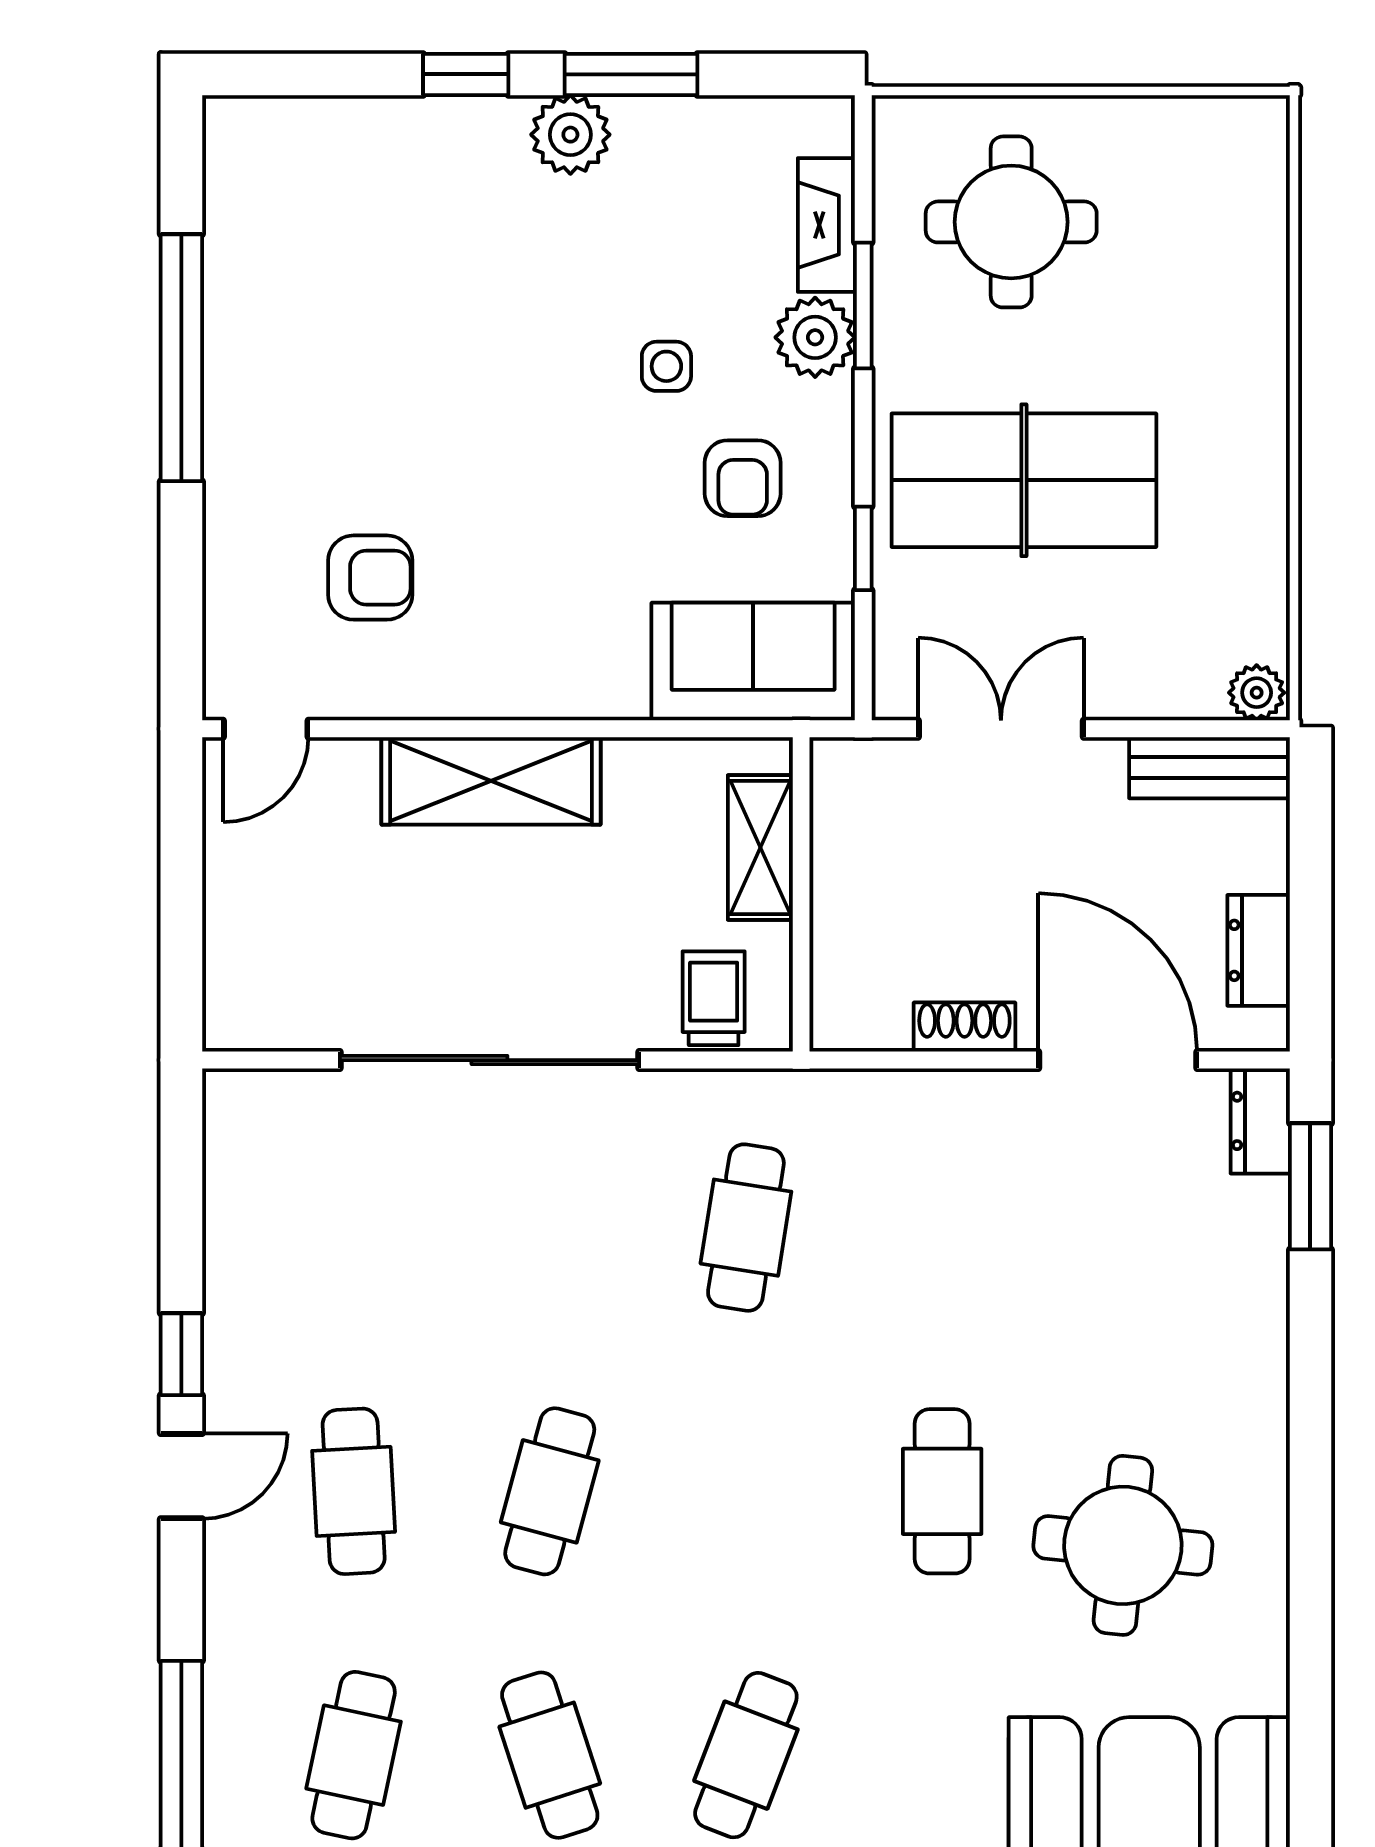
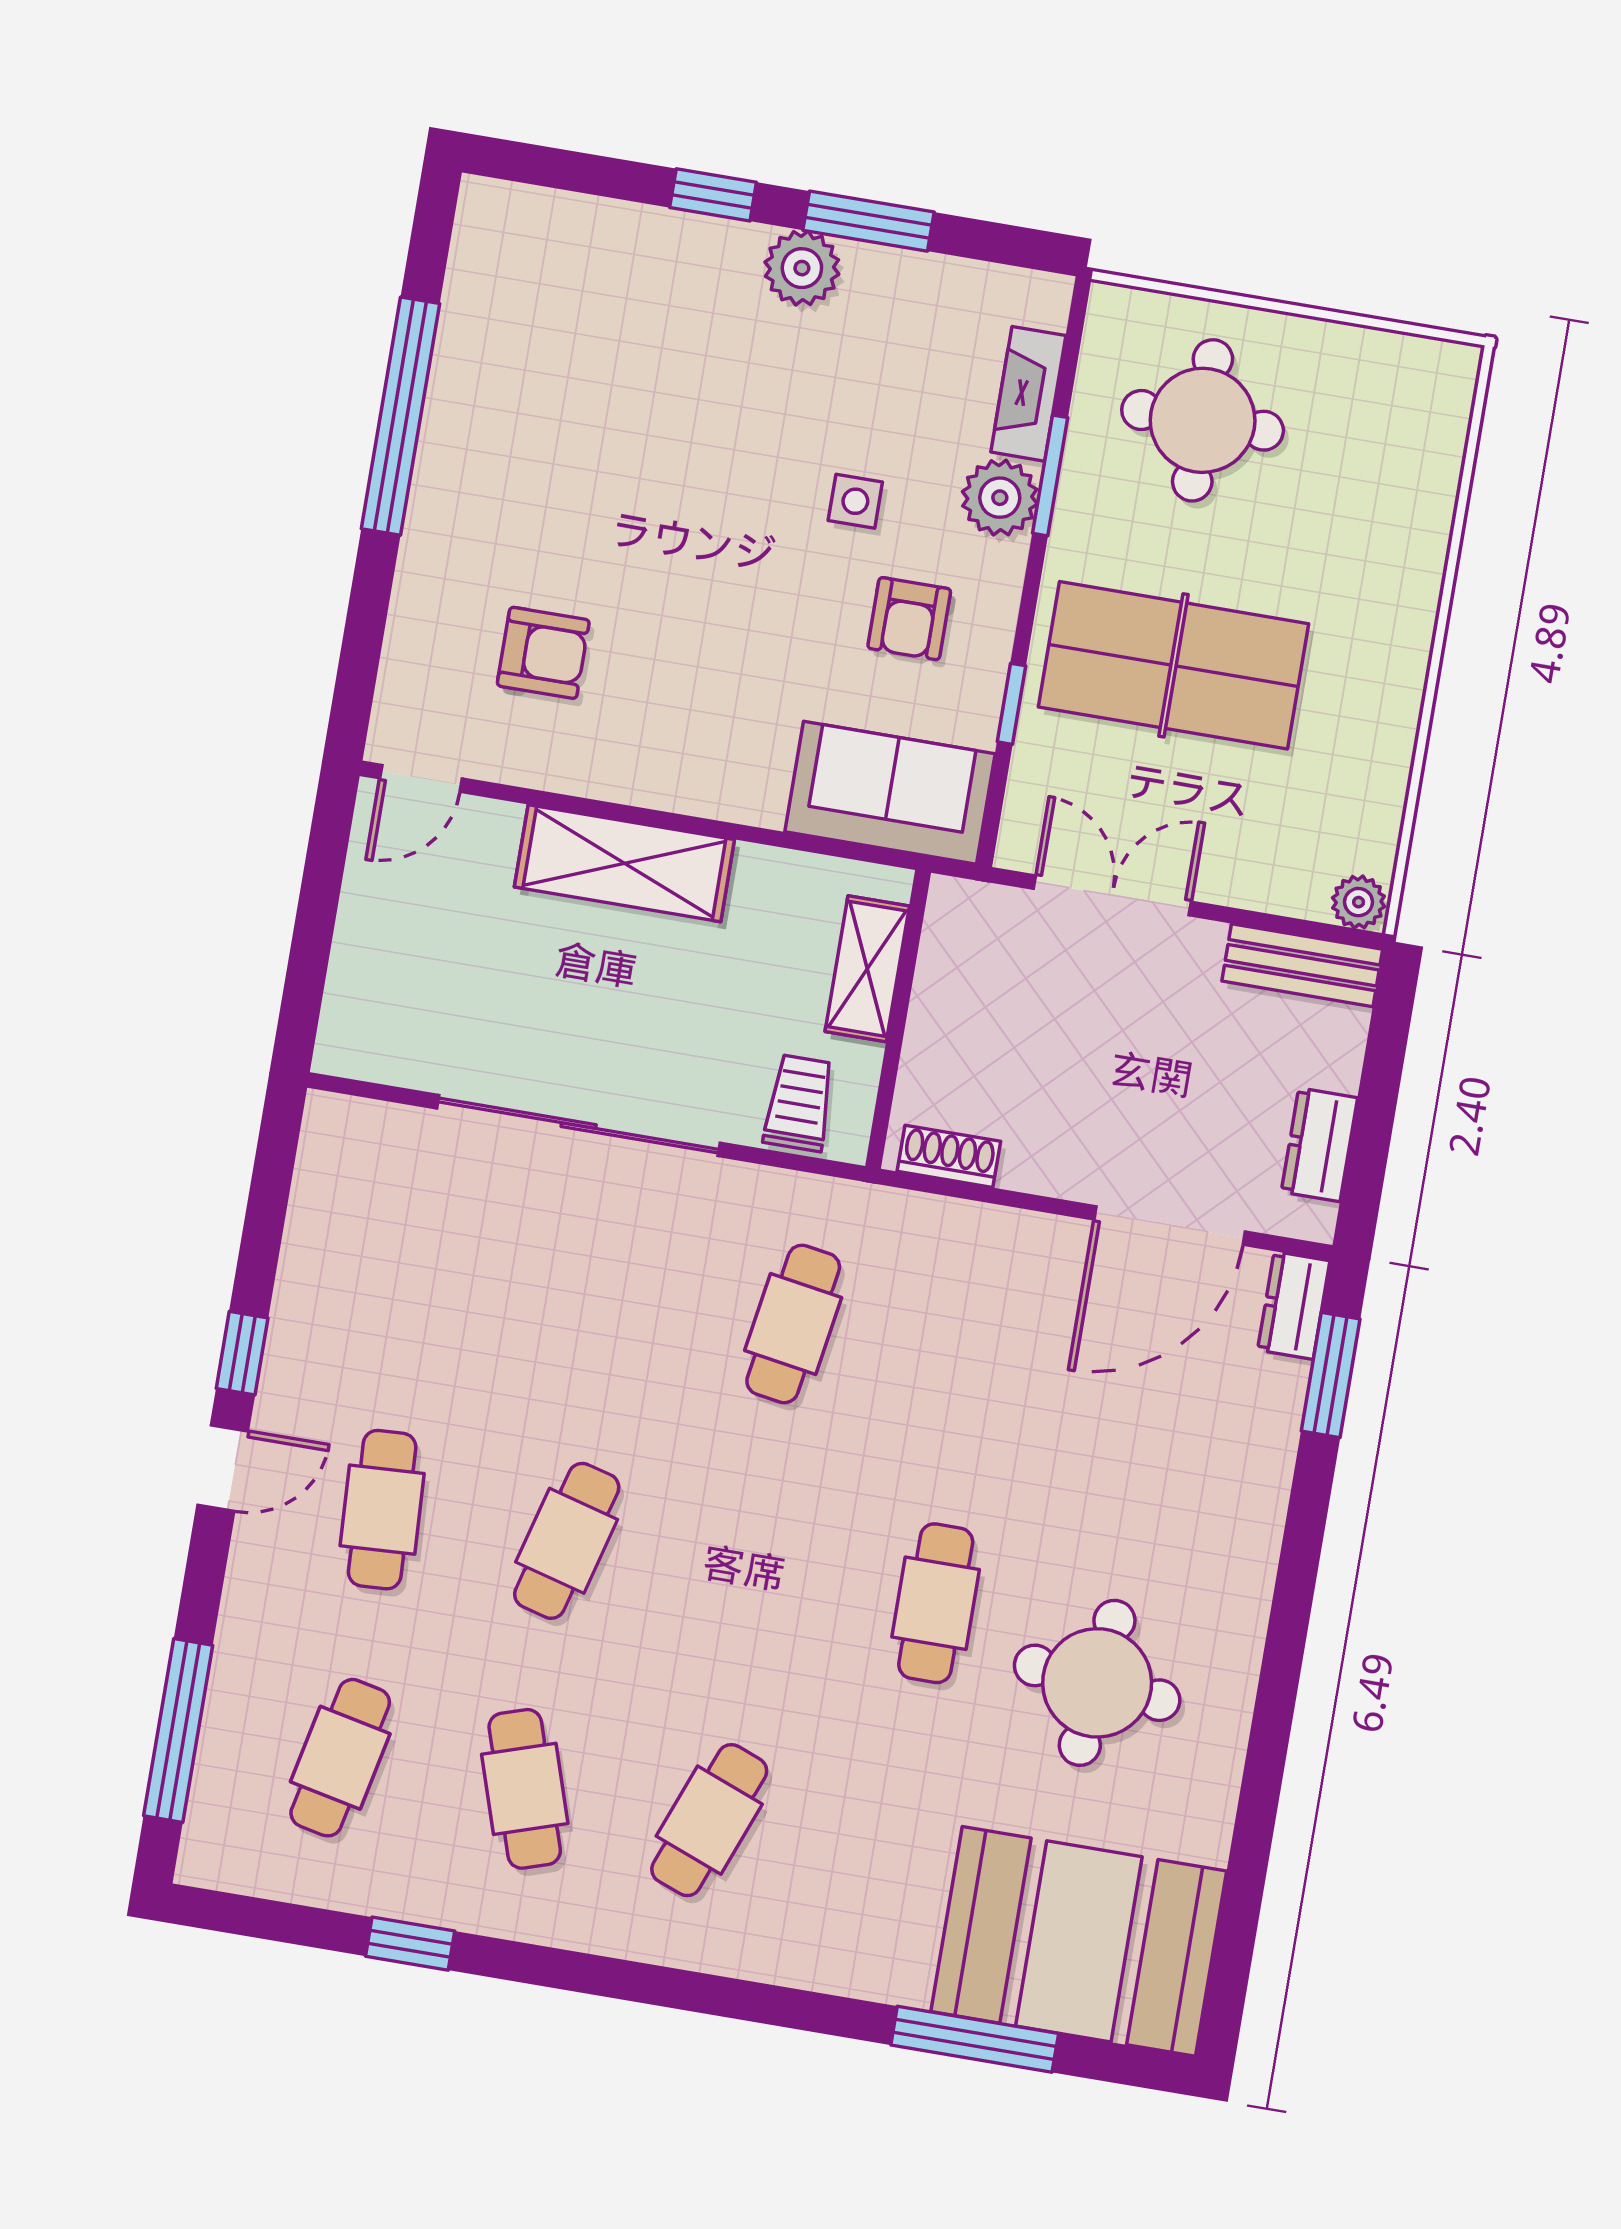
shoe rack: (964, 1027) -> (949, 1156), moved
door: (1118, 1060) -> (1169, 1225), swing flipped

